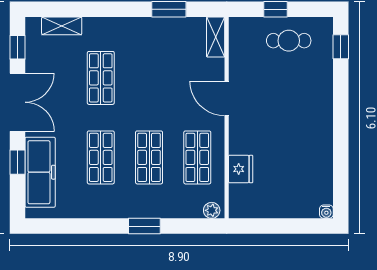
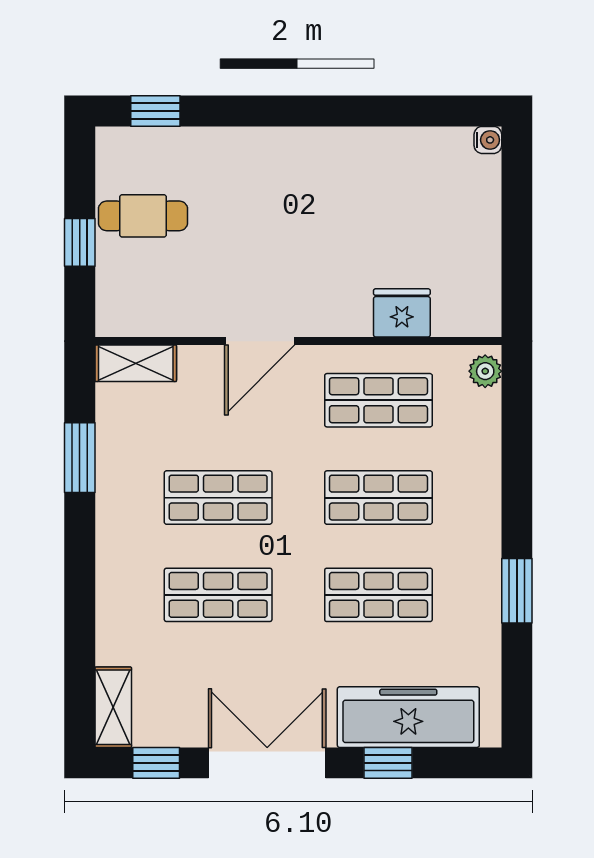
shelving: (62, 26) -> (113, 707), moved
cafe table: (289, 41) -> (143, 216), turned 90
shop shelf: (149, 78) -> (218, 498), added
window: (144, 226) -> (517, 591), moved

